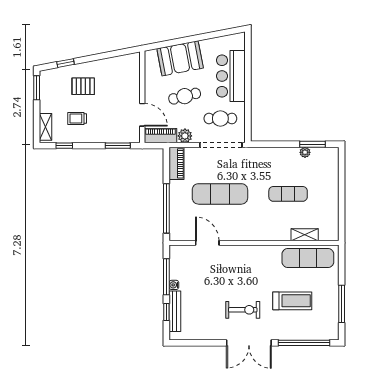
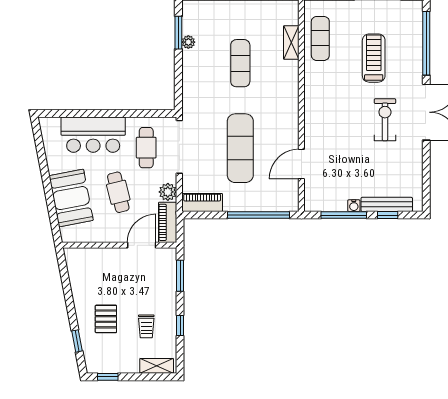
window: (37, 88) -> (108, 377), width x0.67
window: (64, 146) -> (180, 325), moved
exercise mat: (308, 258) -> (320, 38), width x0.73, depth x0.69

